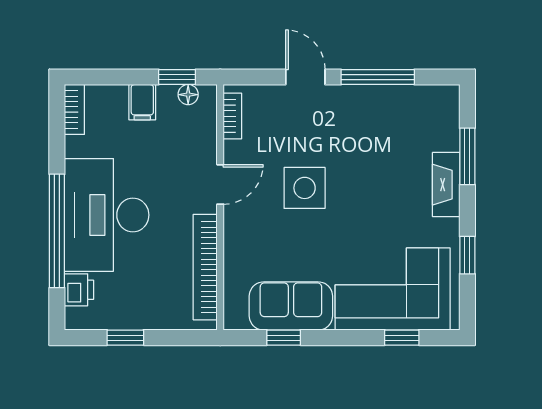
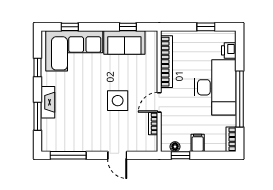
window: (378, 77) -> (68, 155), moved
bookcase: (232, 116) -> (153, 124), moved
window: (57, 231) -> (240, 99), moved

